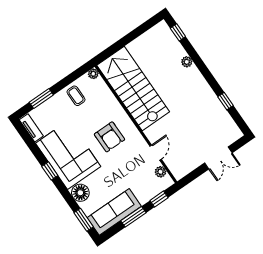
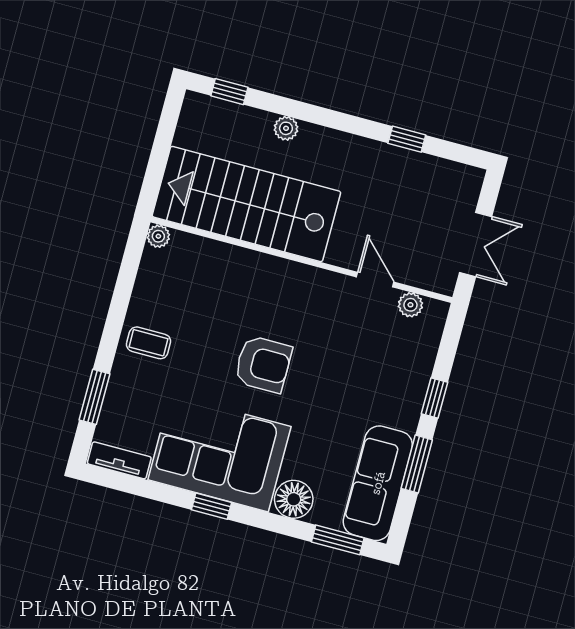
plant: (93, 74) -> (158, 236), moved
stairs: (133, 89) -> (246, 204), moved
wall: (136, 124) -> (301, 260), moved
door: (156, 153) -> (375, 280), moved
plant: (160, 172) -> (410, 305), moved

